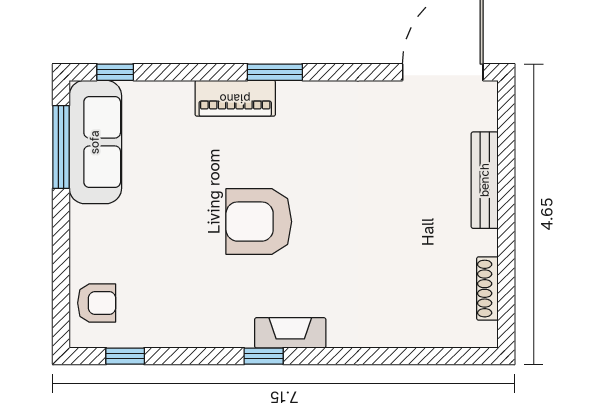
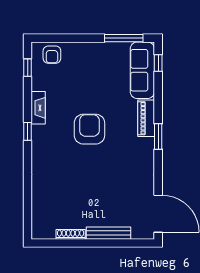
sofa: (95, 142) -> (142, 70), moved, turned 90
shoe rack: (487, 289) -> (71, 234), moved
fireplace: (290, 333) -> (38, 108), moved

